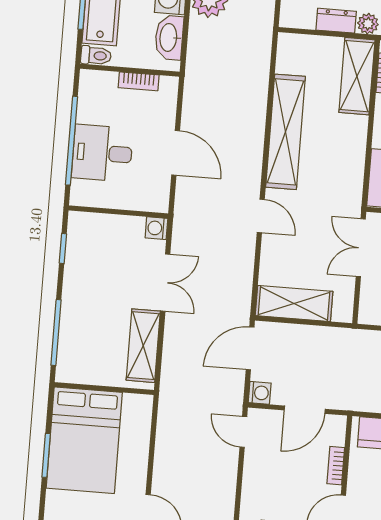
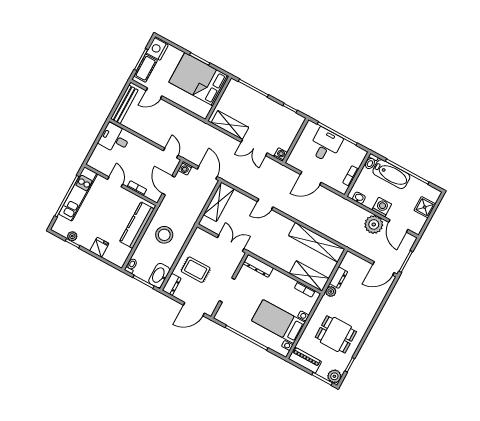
washbasin: (169, 37) -> (359, 198), width x0.52, depth x0.69
shelving: (286, 132) -> (317, 242), moved
door: (243, 432) -> (171, 153), hinge flipped

